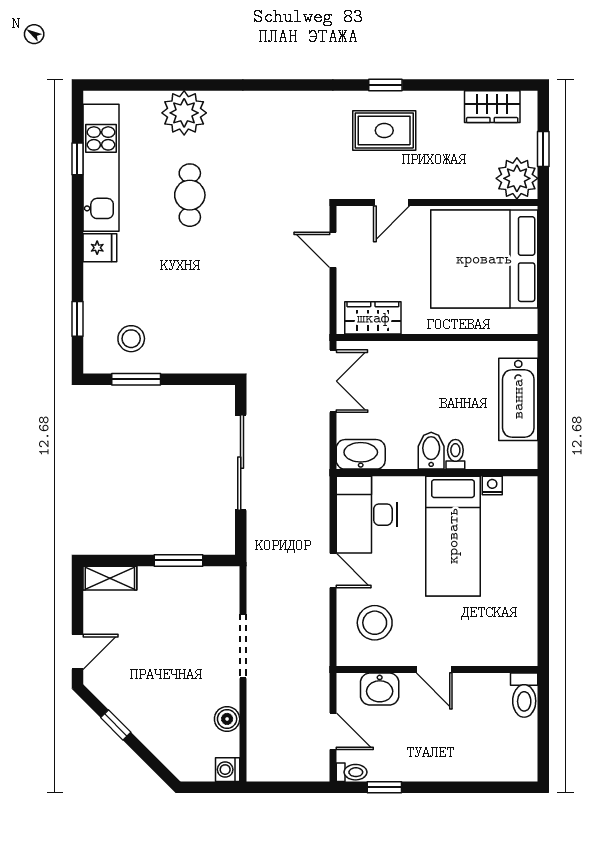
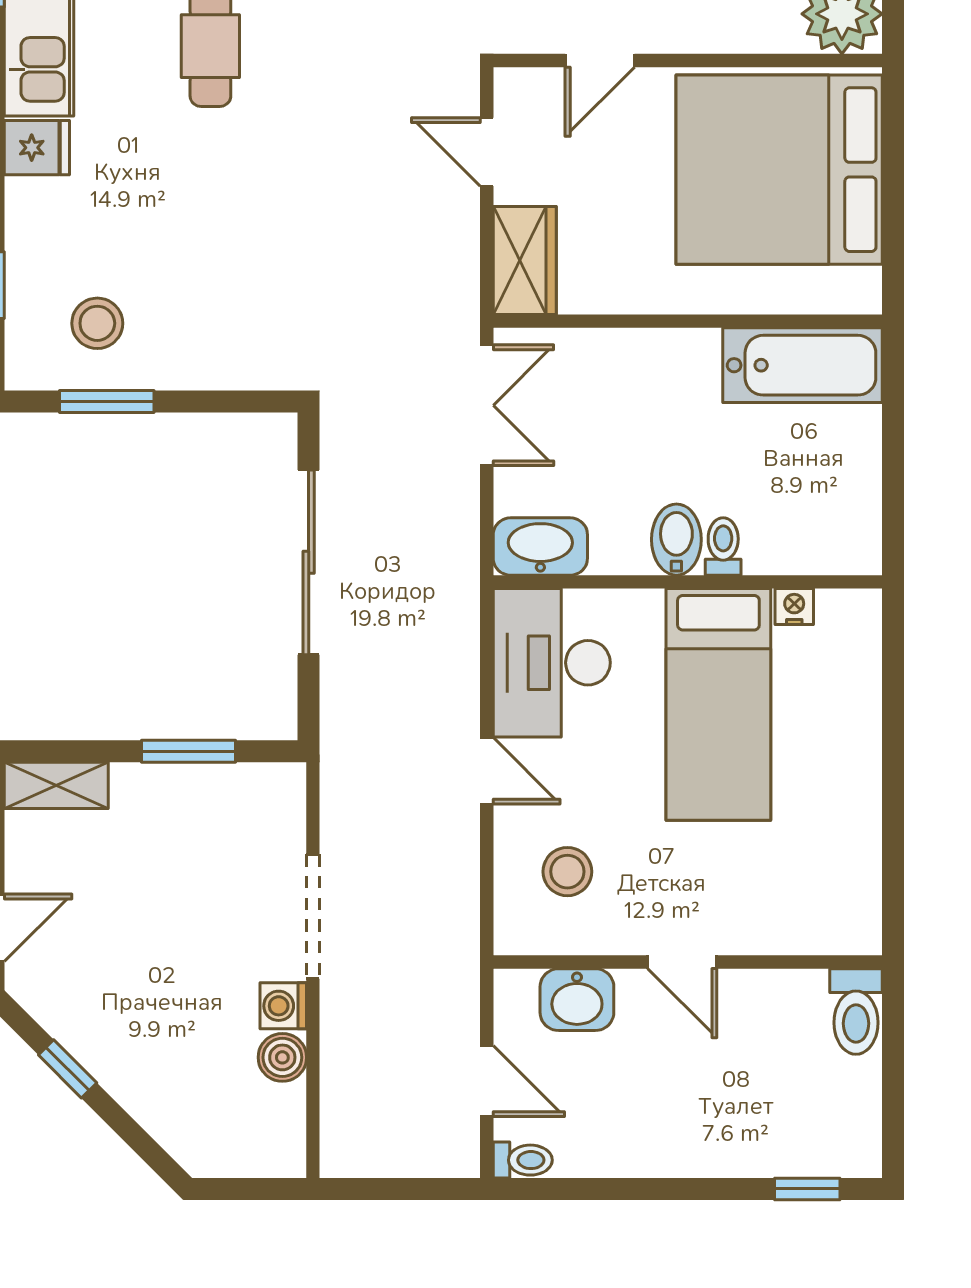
wardrobe: (373, 318) -> (525, 260), moved, turned 90
bathtub: (518, 399) -> (802, 365), moved, turned -90
stool: (375, 623) -> (567, 872), width x0.73, depth x0.73
washing machine: (228, 770) -> (283, 1006), moved
window: (384, 787) -> (807, 1189), moved

